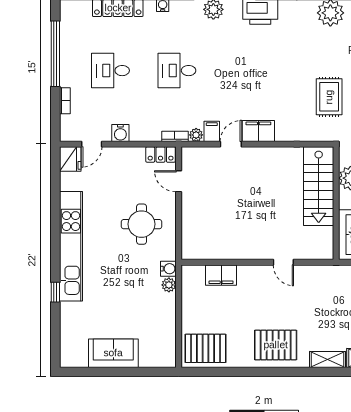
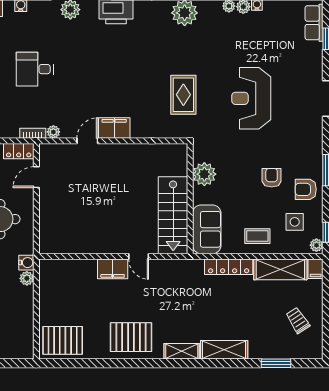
filing cabinet: (212, 131) -> (69, 128), removed
door: (179, 181) -> (36, 177), hinge flipped
stairs: (319, 186) -> (173, 215), moved
filing cabinet: (221, 275) -> (113, 269), moved

